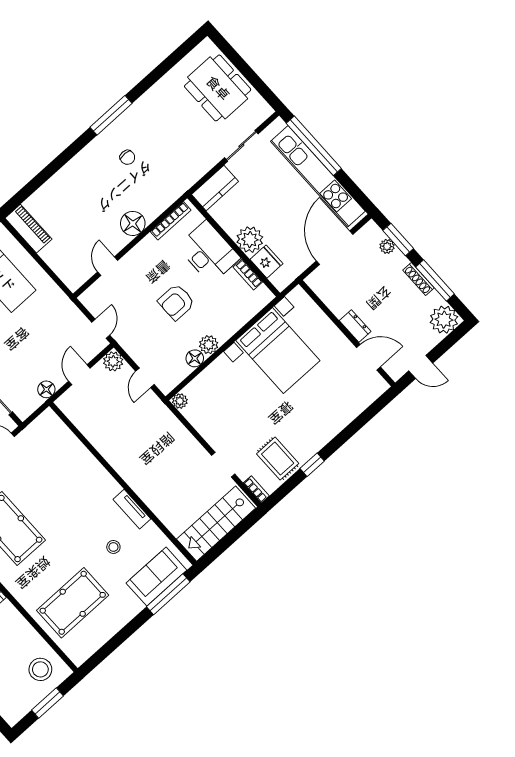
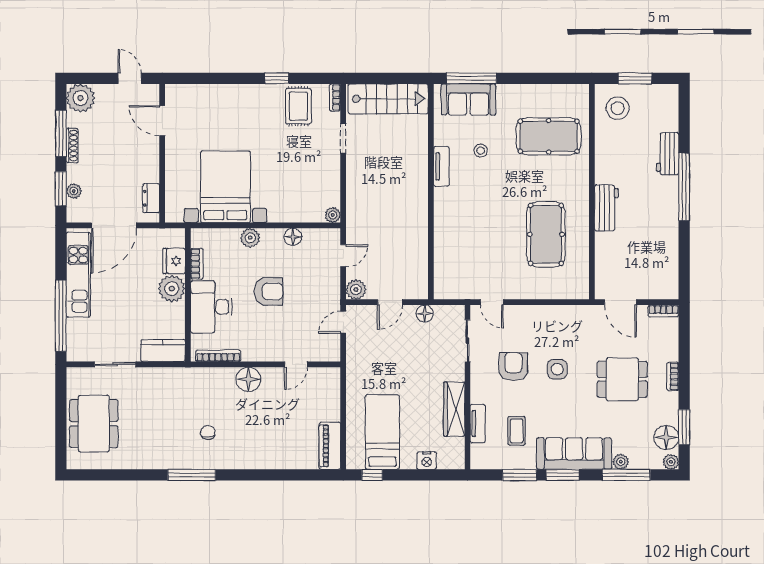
kitchen unit: (318, 176) -> (78, 275), width x0.73
dresser: (355, 326) -> (151, 198), moved
plant: (209, 345) -> (250, 238), moved

